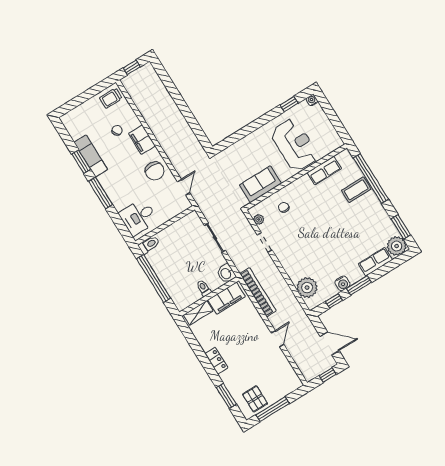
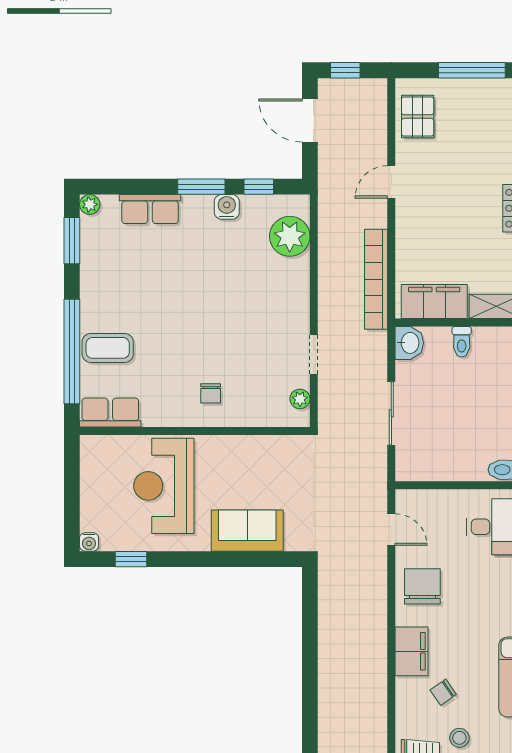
stool: (98, 115) -> (459, 738), added
row of seats: (324, 171) -> (110, 413), moved
sofa: (260, 184) -> (247, 531), moved, turned 180
door: (184, 187) -> (391, 530), swing flipped
chair: (284, 207) -> (211, 393), moved
plant: (397, 246) -> (90, 204), width x0.53, depth x0.53
pallet: (255, 399) -> (418, 117), moved

